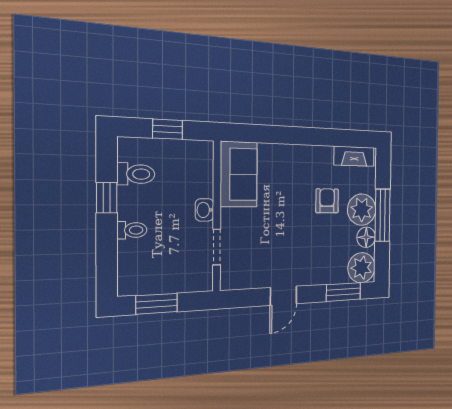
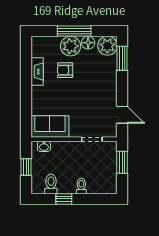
fireplace: (354, 156) -> (37, 72), moved
washbasin: (204, 210) -> (44, 146), moved
door: (283, 296) -> (122, 115), moved
window: (157, 304) -> (122, 162), moved

